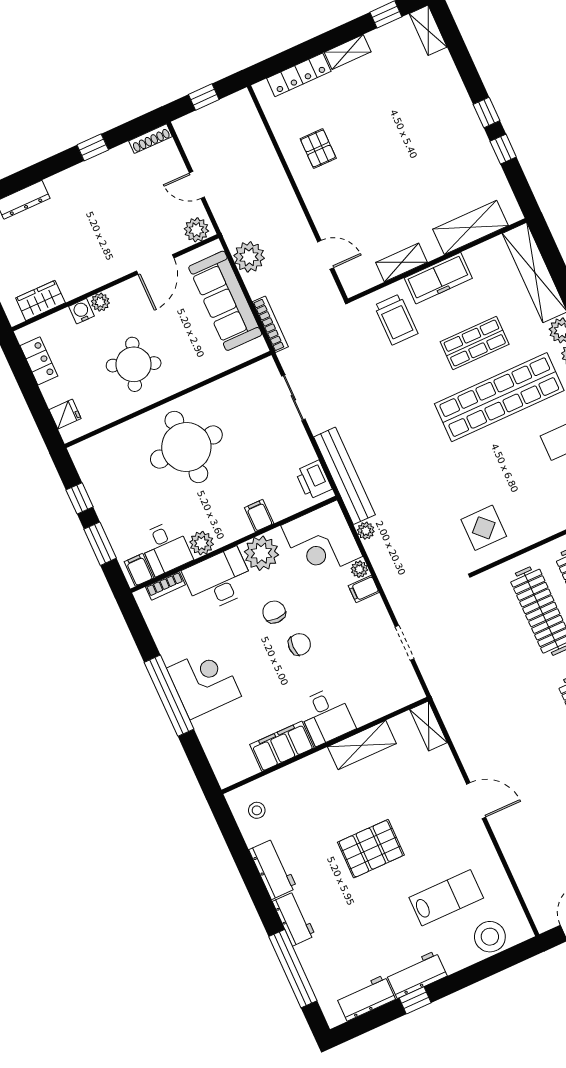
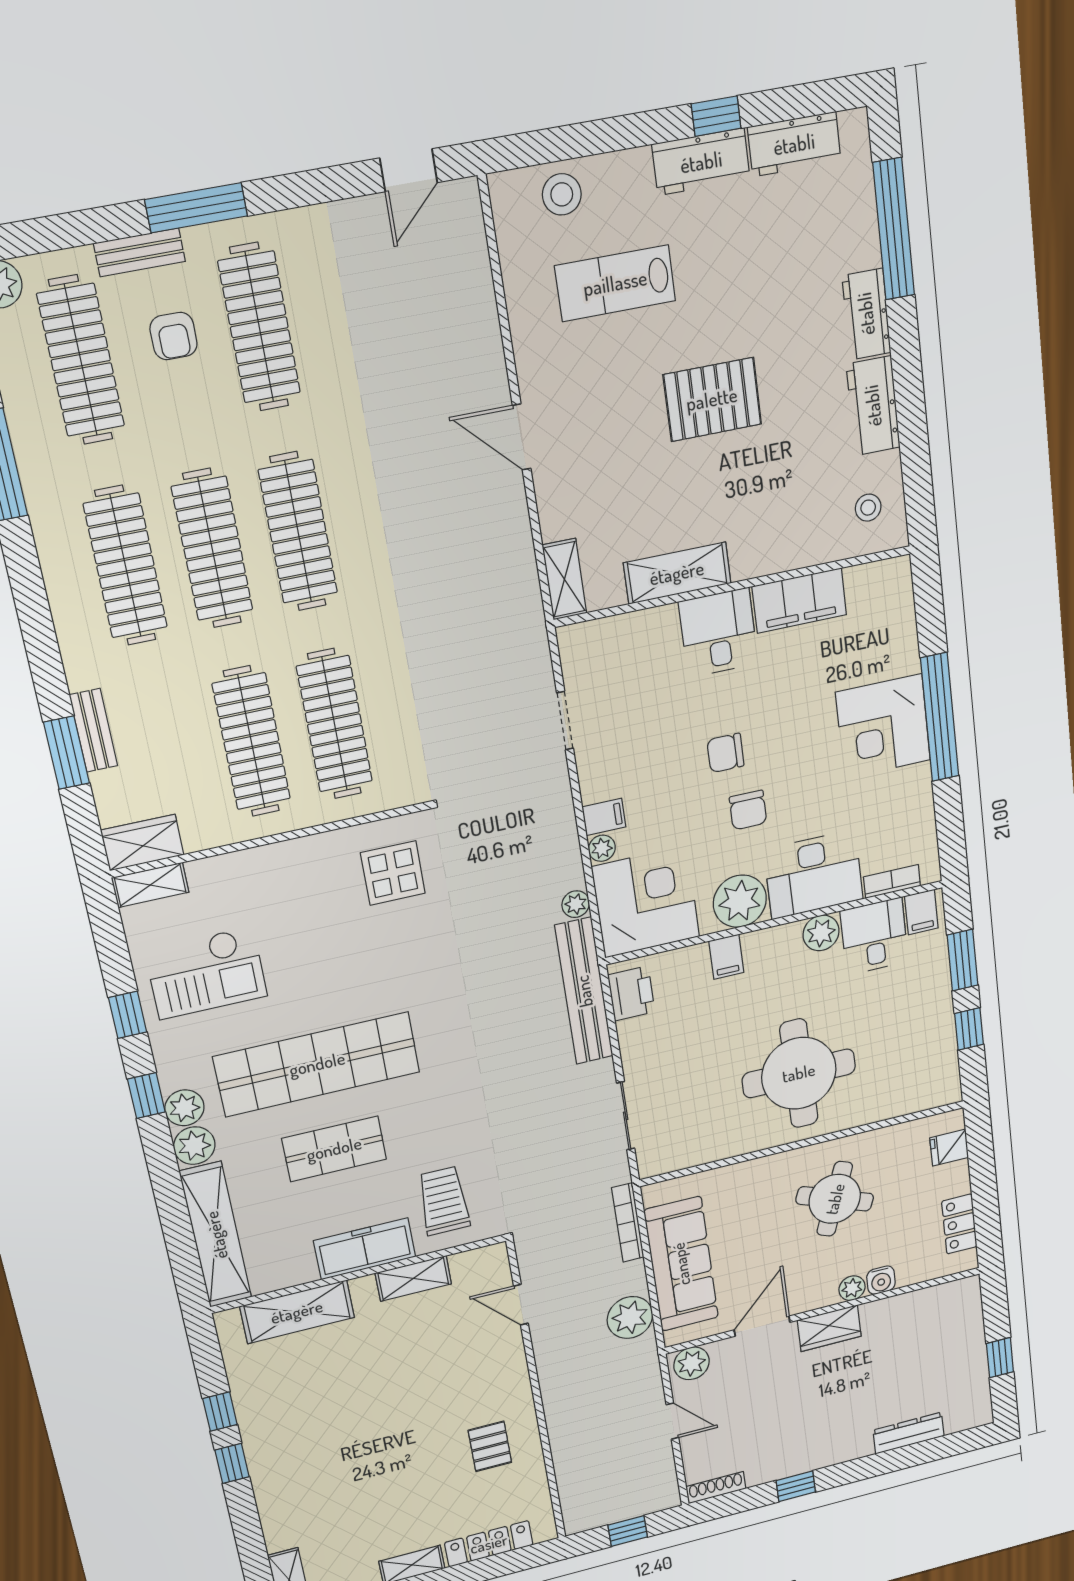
wardrobe: (40, 300) -> (829, 1328), moved
stool: (490, 937) -> (562, 194), width x0.73, depth x0.73

